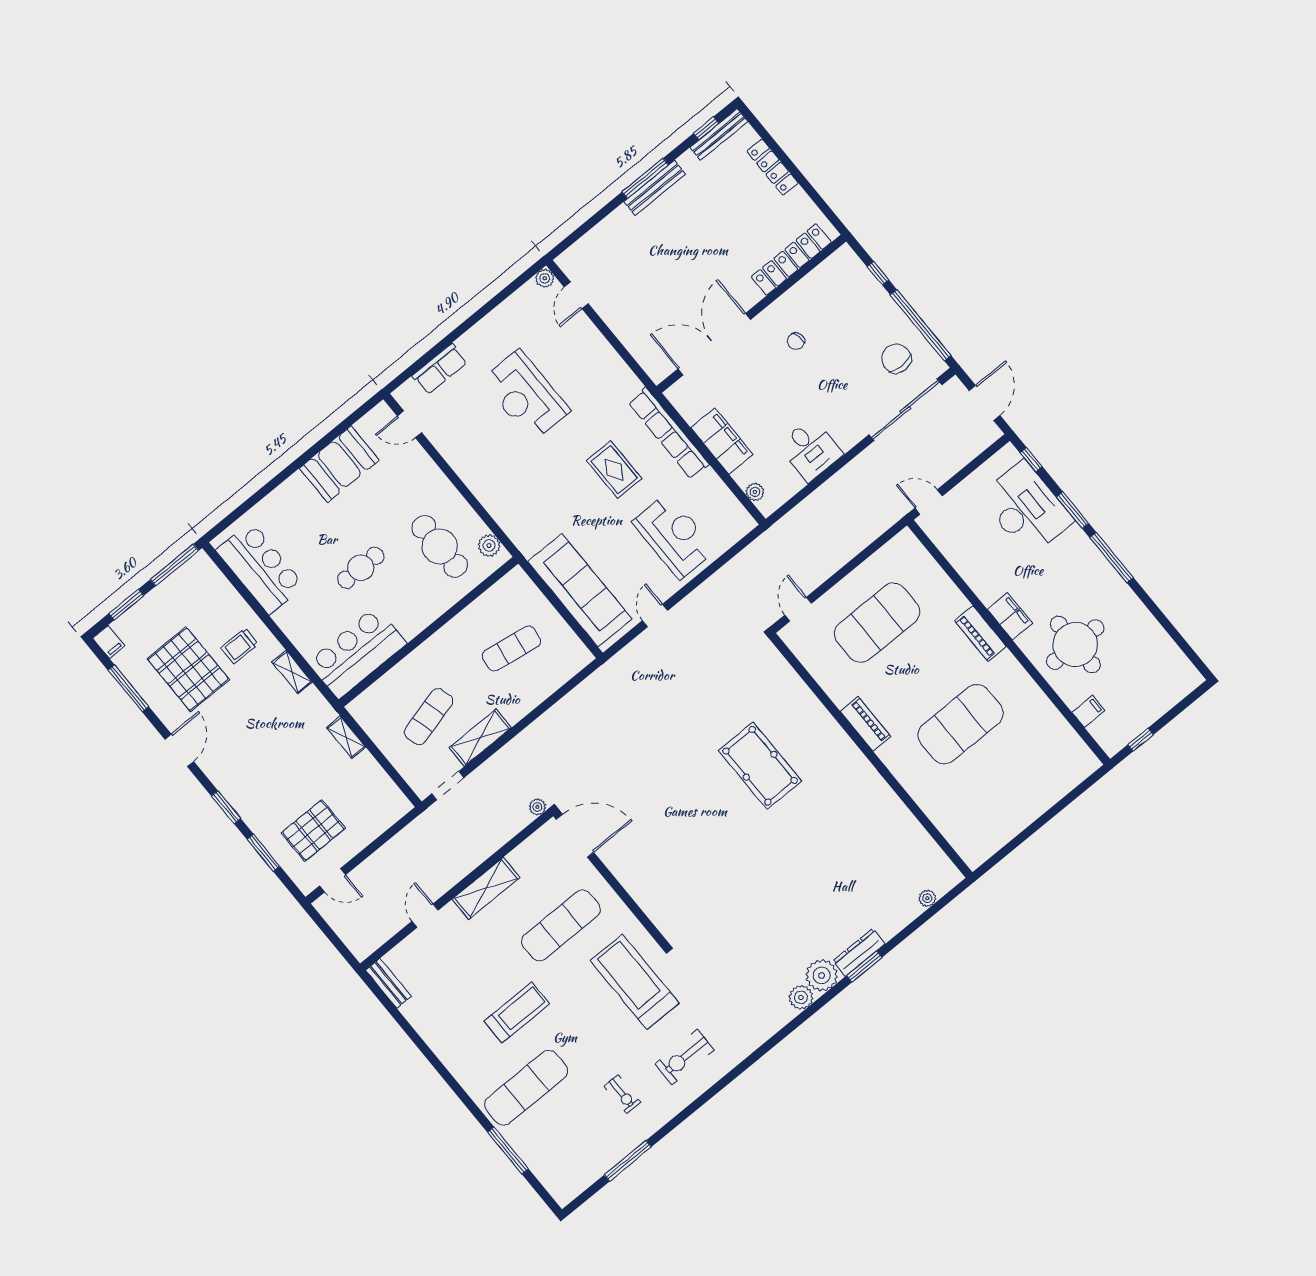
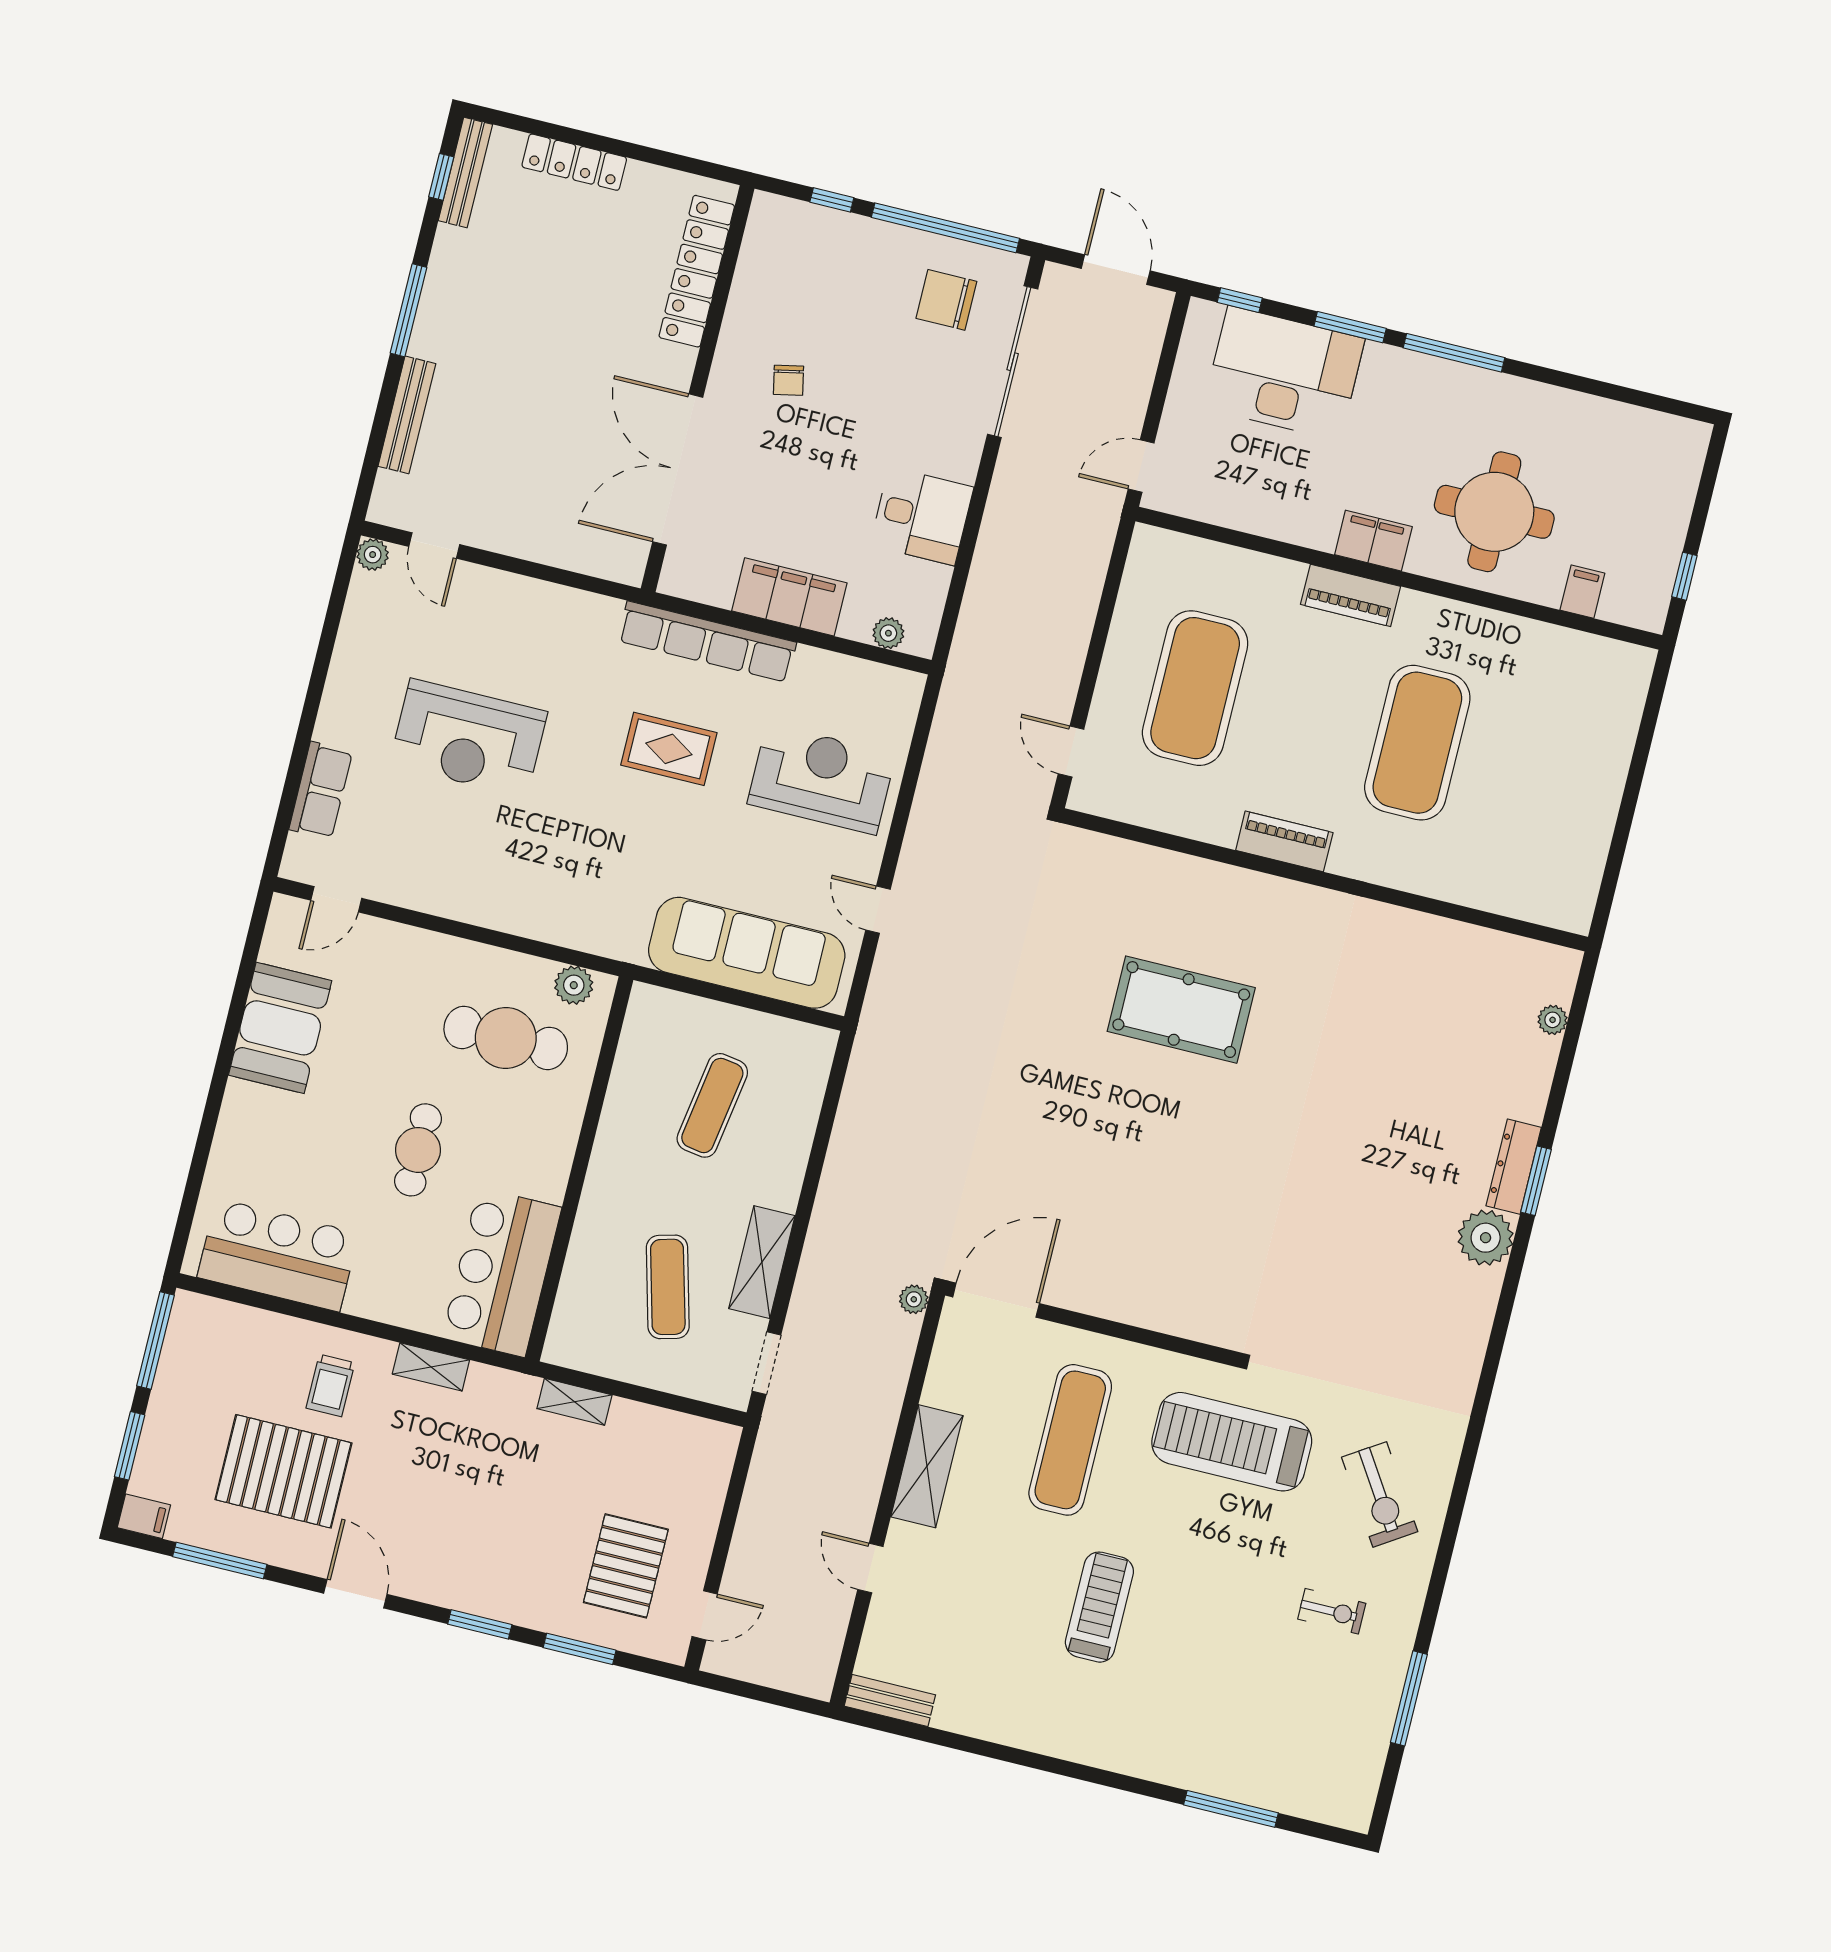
bench: (655, 188) -> (407, 415), moved
plant: (801, 997) -> (1480, 1290), removed
exercise bike: (685, 1057) -> (1380, 1494), turned -33
exercise mat: (526, 1088) -> (1191, 1703), removed

